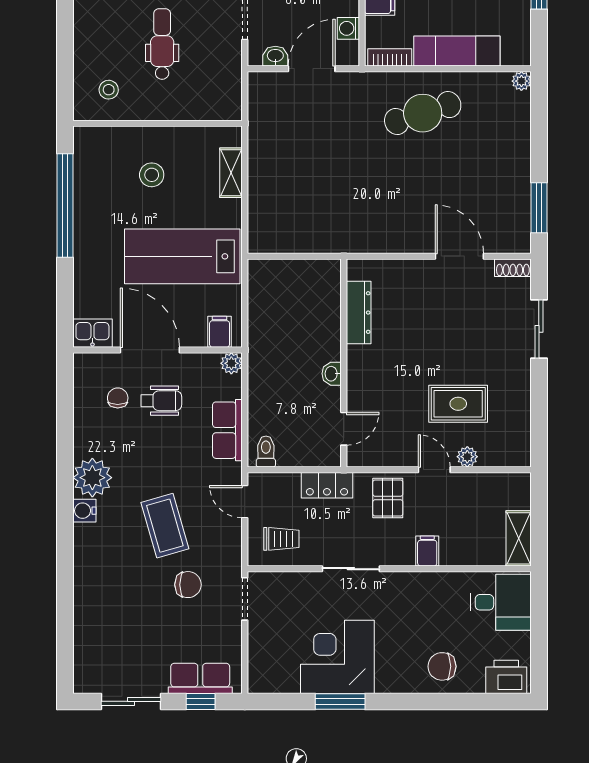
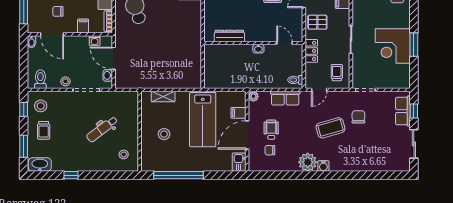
dental chair: (162, 44) -> (102, 129), turned -37
filing cabinet: (220, 332) -> (239, 113), moved

